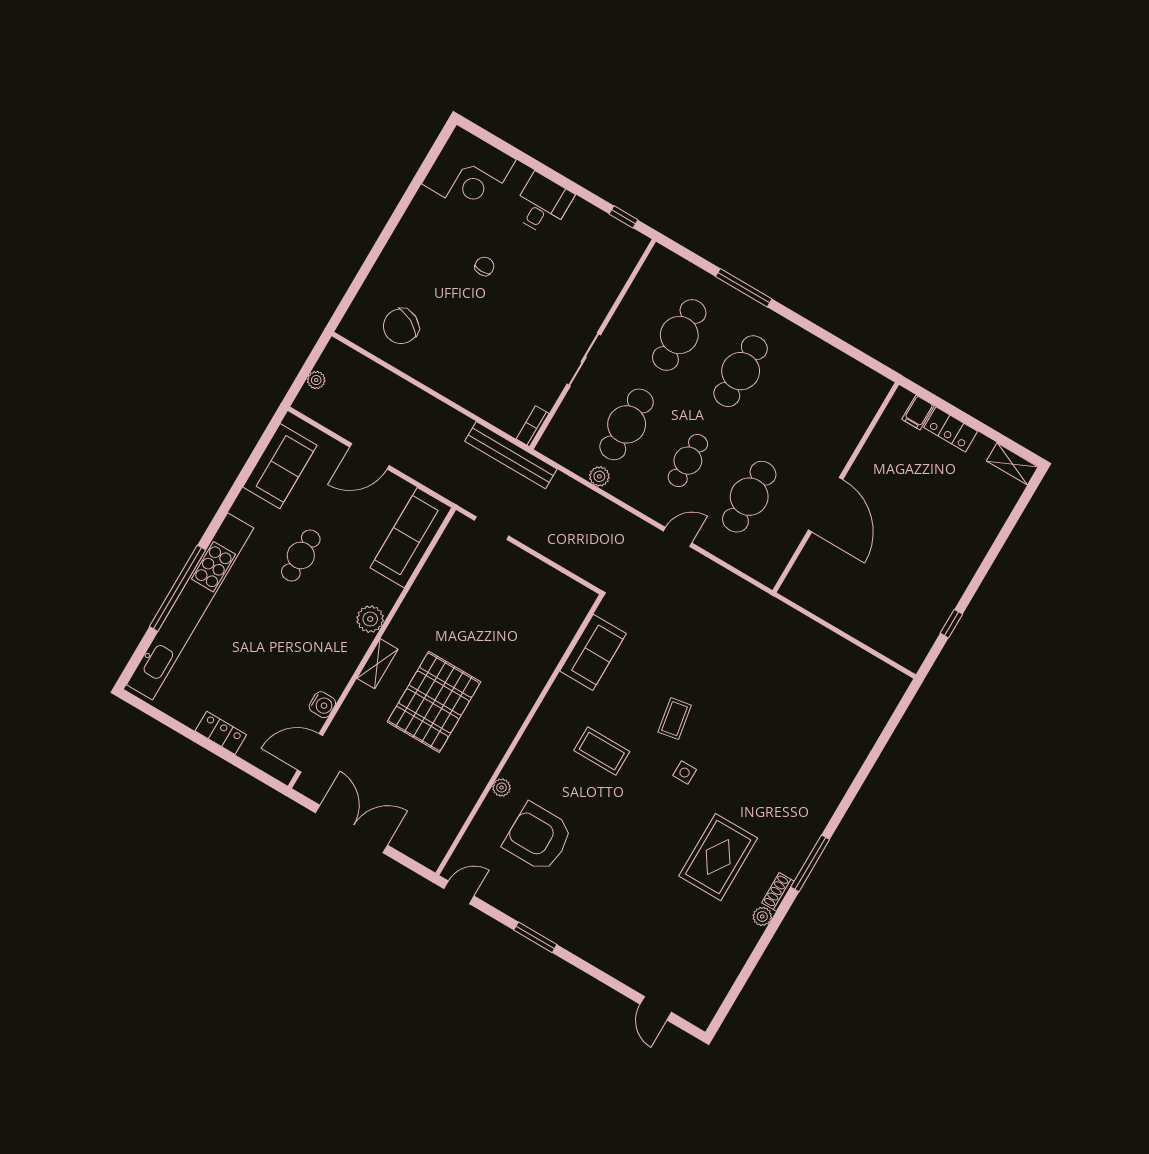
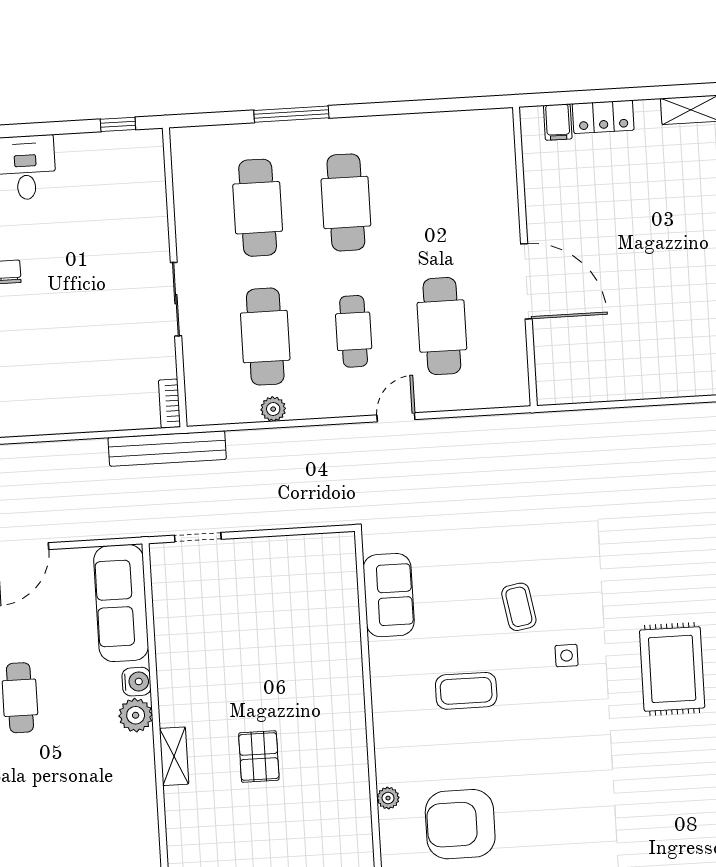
pallet: (434, 702) -> (259, 757), width x0.49, depth x0.50
water cooler: (322, 705) -> (136, 682), moved
rug: (718, 857) -> (672, 669), moved

